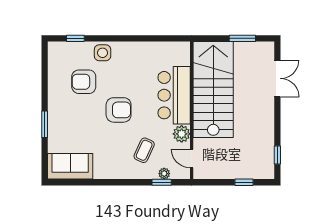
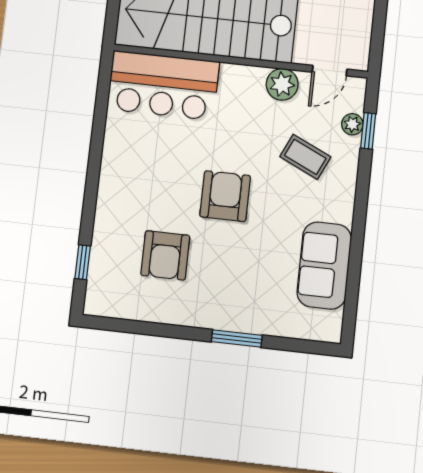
side table: (103, 53) -> (116, 214), removed
bar counter: (174, 95) -> (163, 85), moved
sofa: (70, 166) -> (324, 265), moved

